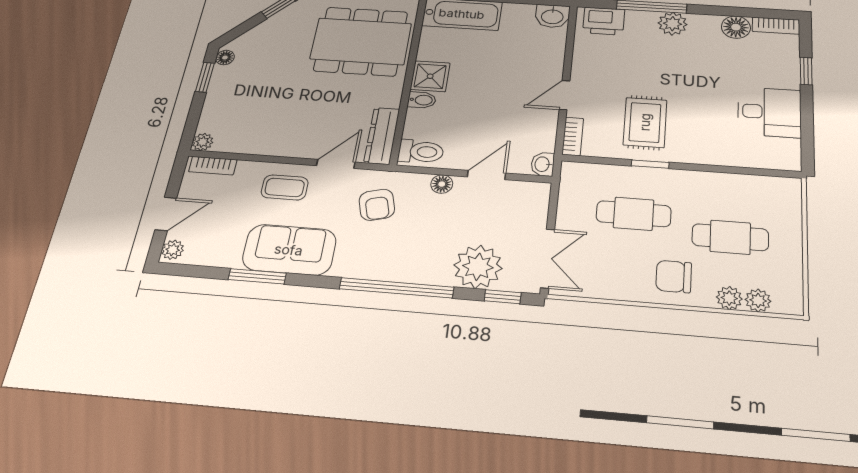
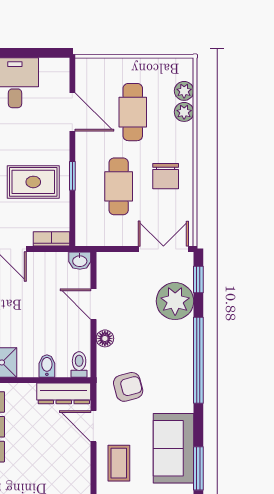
bidet: (422, 100) -> (47, 366), moved
toilet: (421, 152) -> (79, 364), width x0.73, depth x0.72
door: (732, 170) -> (72, 112), added
chair: (674, 276) -> (166, 176), moved

